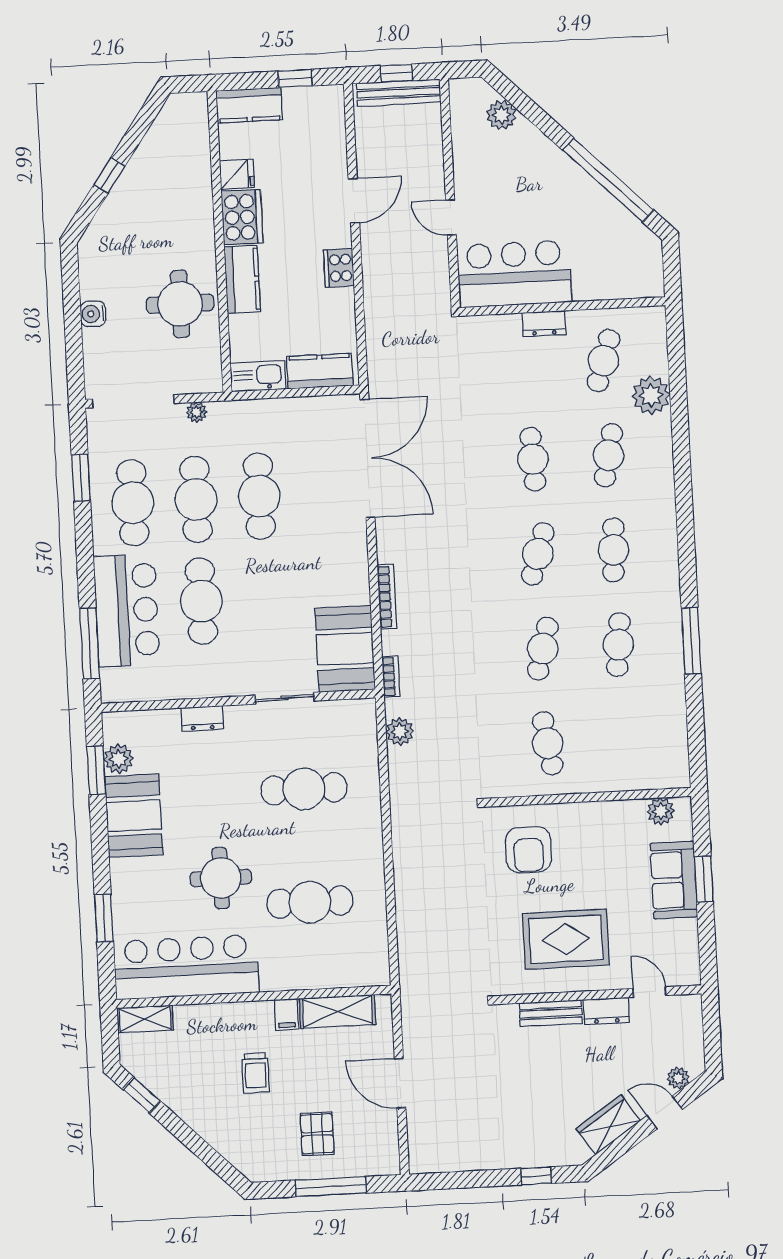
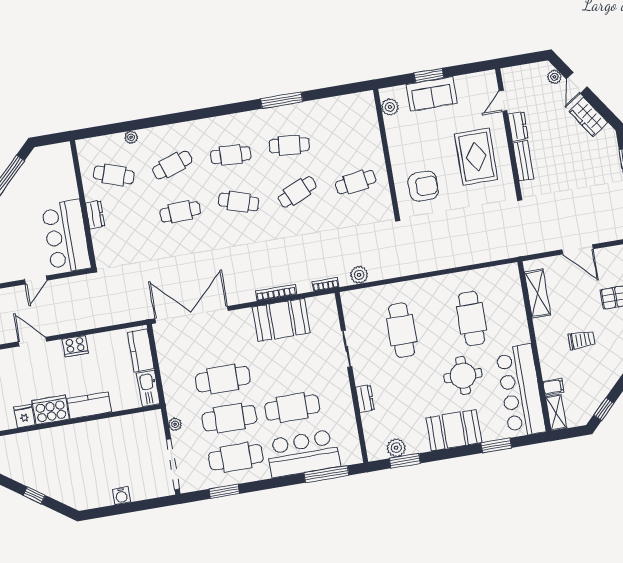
round table: (180, 304) -> (109, 442), removed
plant: (651, 395) -> (131, 137), width x0.53, depth x0.53
cafe table: (608, 455) -> (172, 165), turned -30
booth: (345, 649) -> (281, 320), moved
cafe table: (543, 649) -> (297, 192), turned -39
booth: (134, 816) -> (454, 430), moved
filing cabinet: (286, 1014) -> (553, 387), moved
door: (400, 1083) -> (578, 249), hinge flipped

